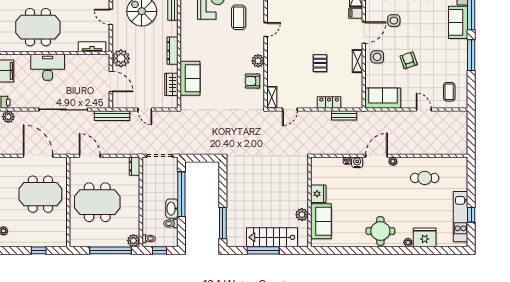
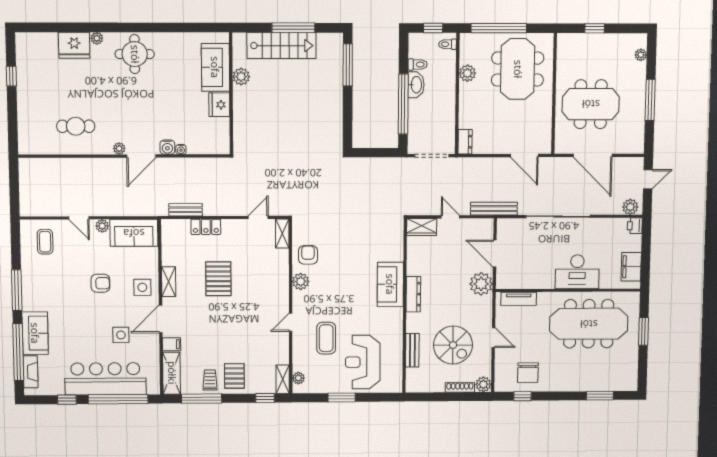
meeting table: (38, 27) -> (589, 324), width x1.36
armchair: (409, 60) -> (100, 283), turned -71
pallet: (320, 63) -> (218, 279), width x1.50, depth x1.42
sofa: (190, 78) -> (390, 284), moved
armchair: (252, 81) -> (308, 255), turned -90
wardrobe: (171, 84) -> (422, 227), moved, turned 90
plant: (406, 104) -> (102, 226), added
meeting table: (97, 202) -> (518, 69), moved, turned 90
kitchen unit: (461, 217) -> (26, 74), removed
plant: (133, 241) -> (467, 73), moved

